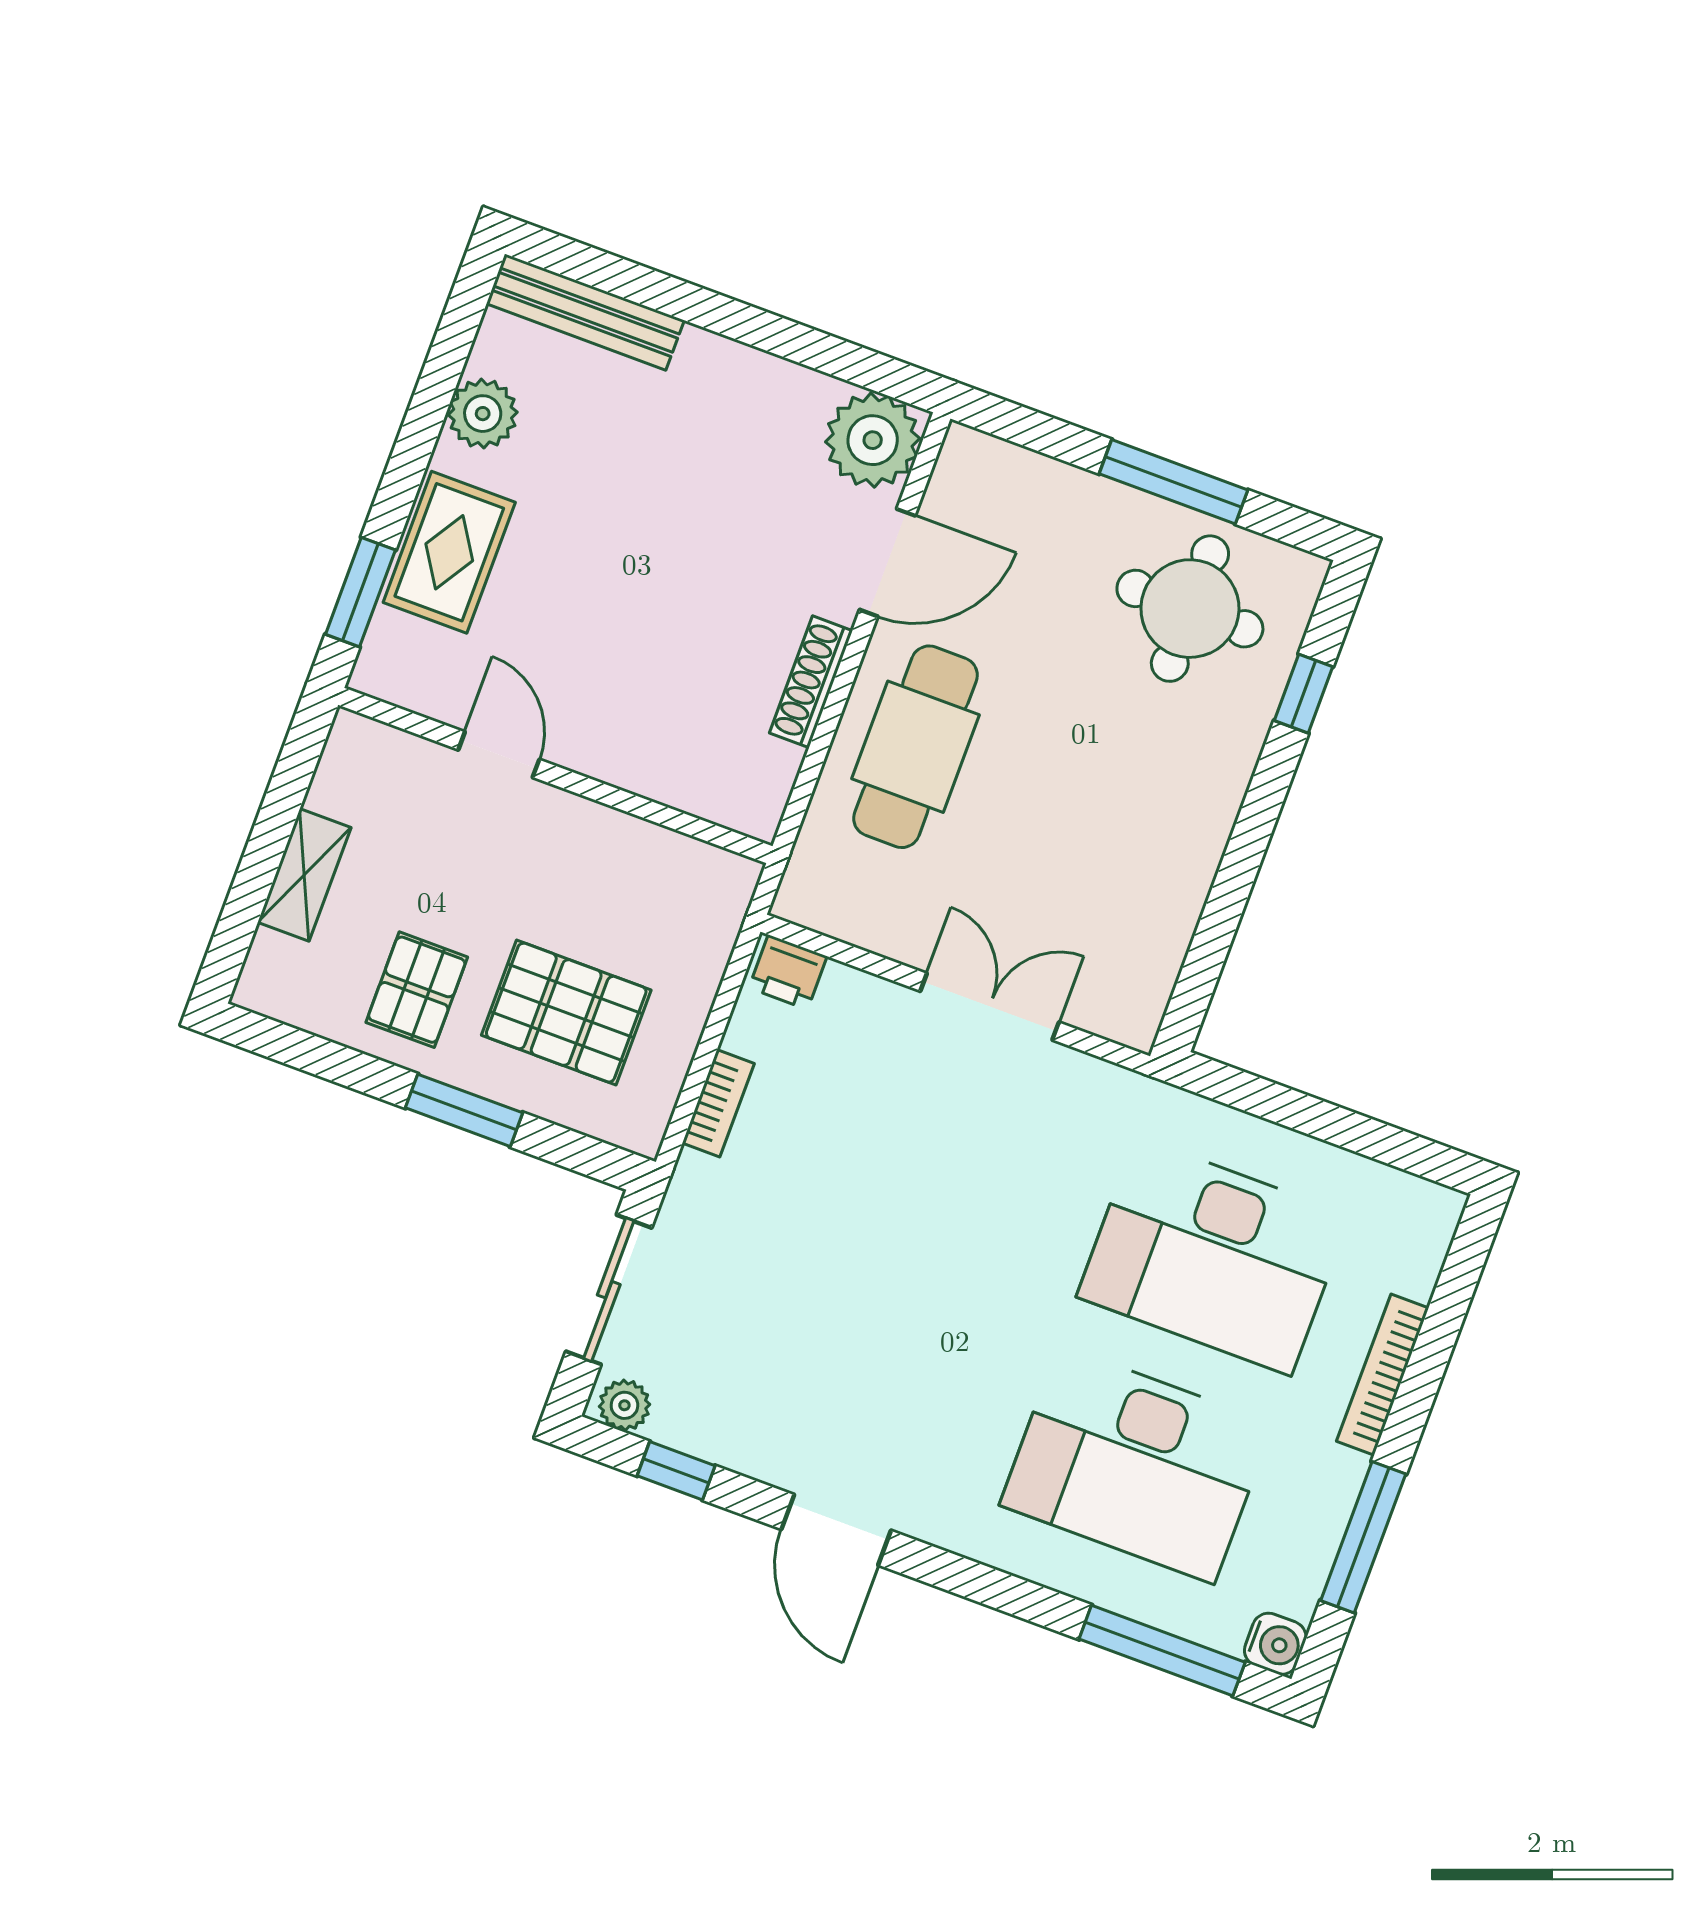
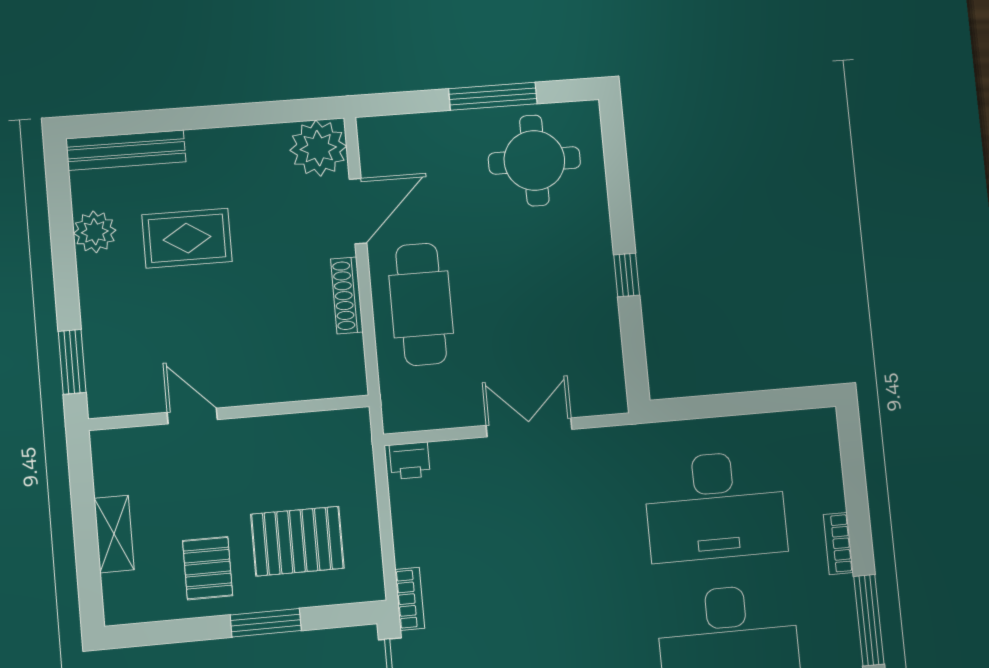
rug: (449, 552) -> (187, 238), moved, turned 90
window: (1304, 694) -> (627, 275), moved
bookcase: (718, 1103) -> (410, 599), moved
bookcase: (1383, 1375) -> (838, 544), width x0.64

